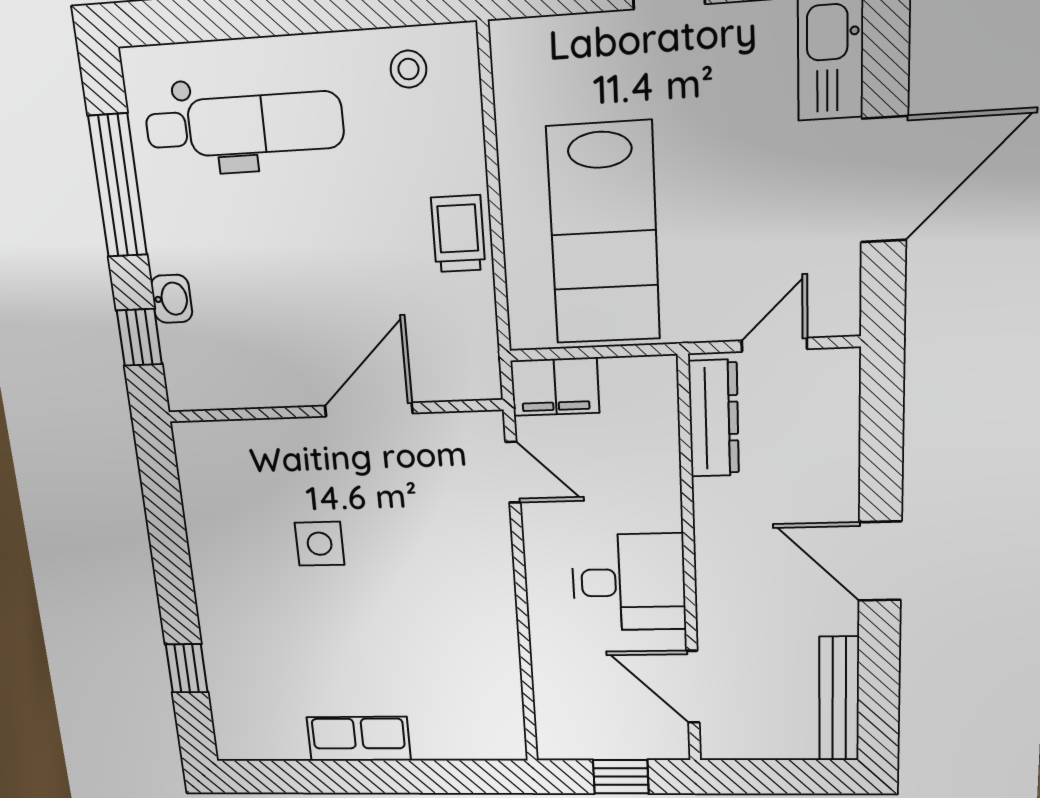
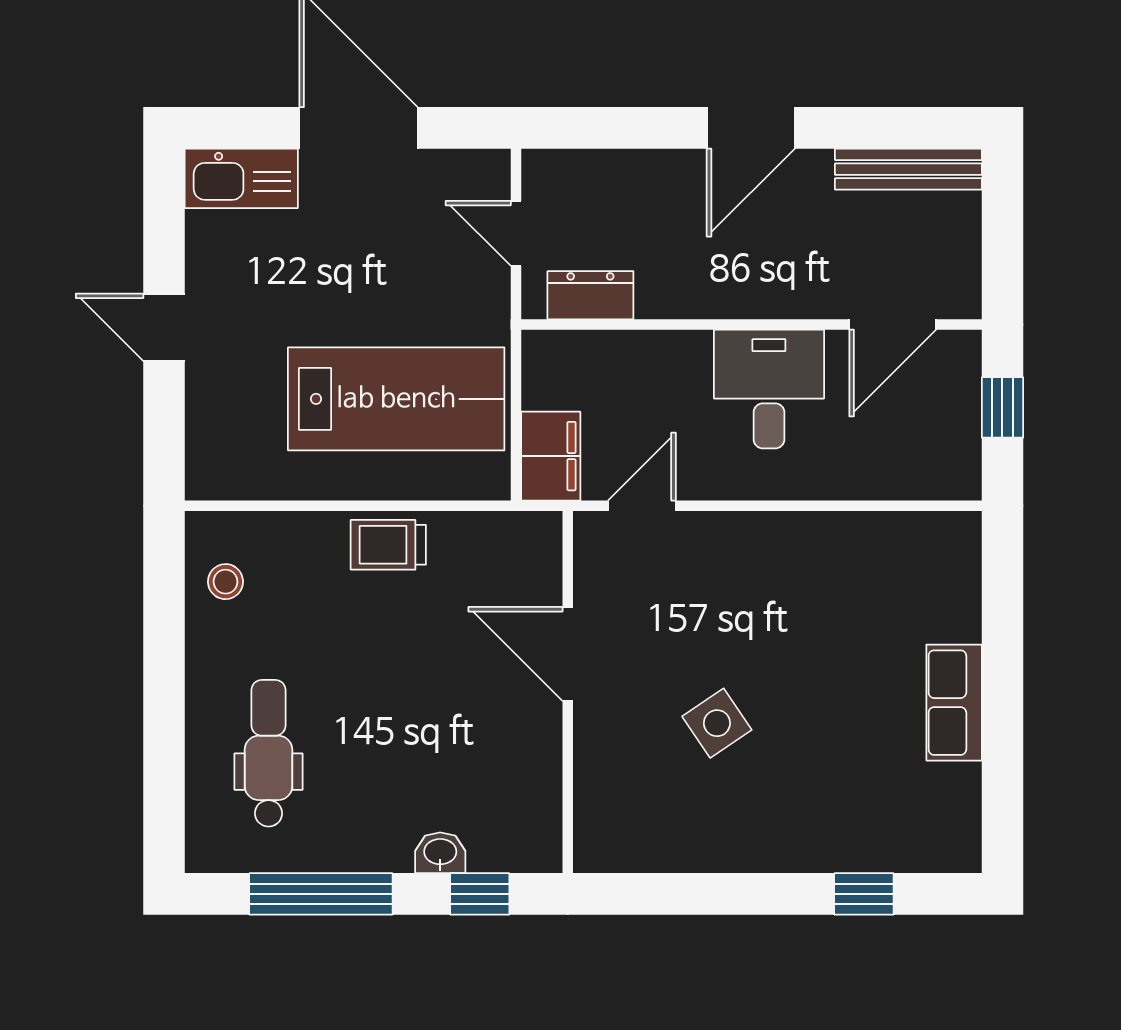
dental chair: (244, 125) -> (269, 753), width x0.73, depth x0.72
dresser: (714, 418) -> (590, 295), width x0.70
side table: (320, 544) -> (717, 723), turned -34

